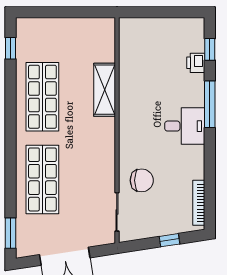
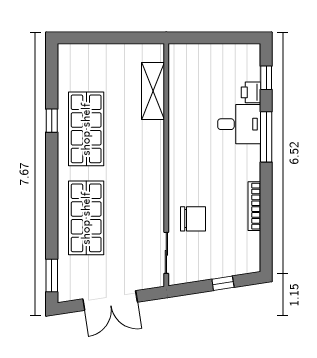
window: (11, 48) -> (52, 121), moved
shelving: (105, 90) -> (153, 91), moved
desk: (185, 126) -> (239, 124), moved
bookcase: (199, 203) -> (254, 206), moved

